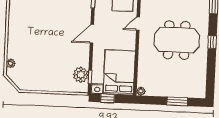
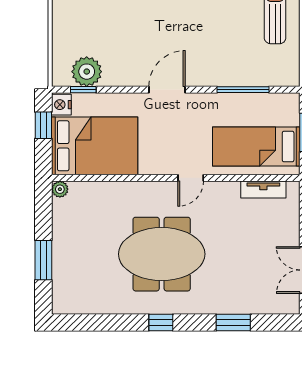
door: (138, 23) -> (191, 178), swing flipped
door: (92, 34) -> (167, 90), hinge flipped
meeting table: (177, 40) -> (162, 254), turned 90

